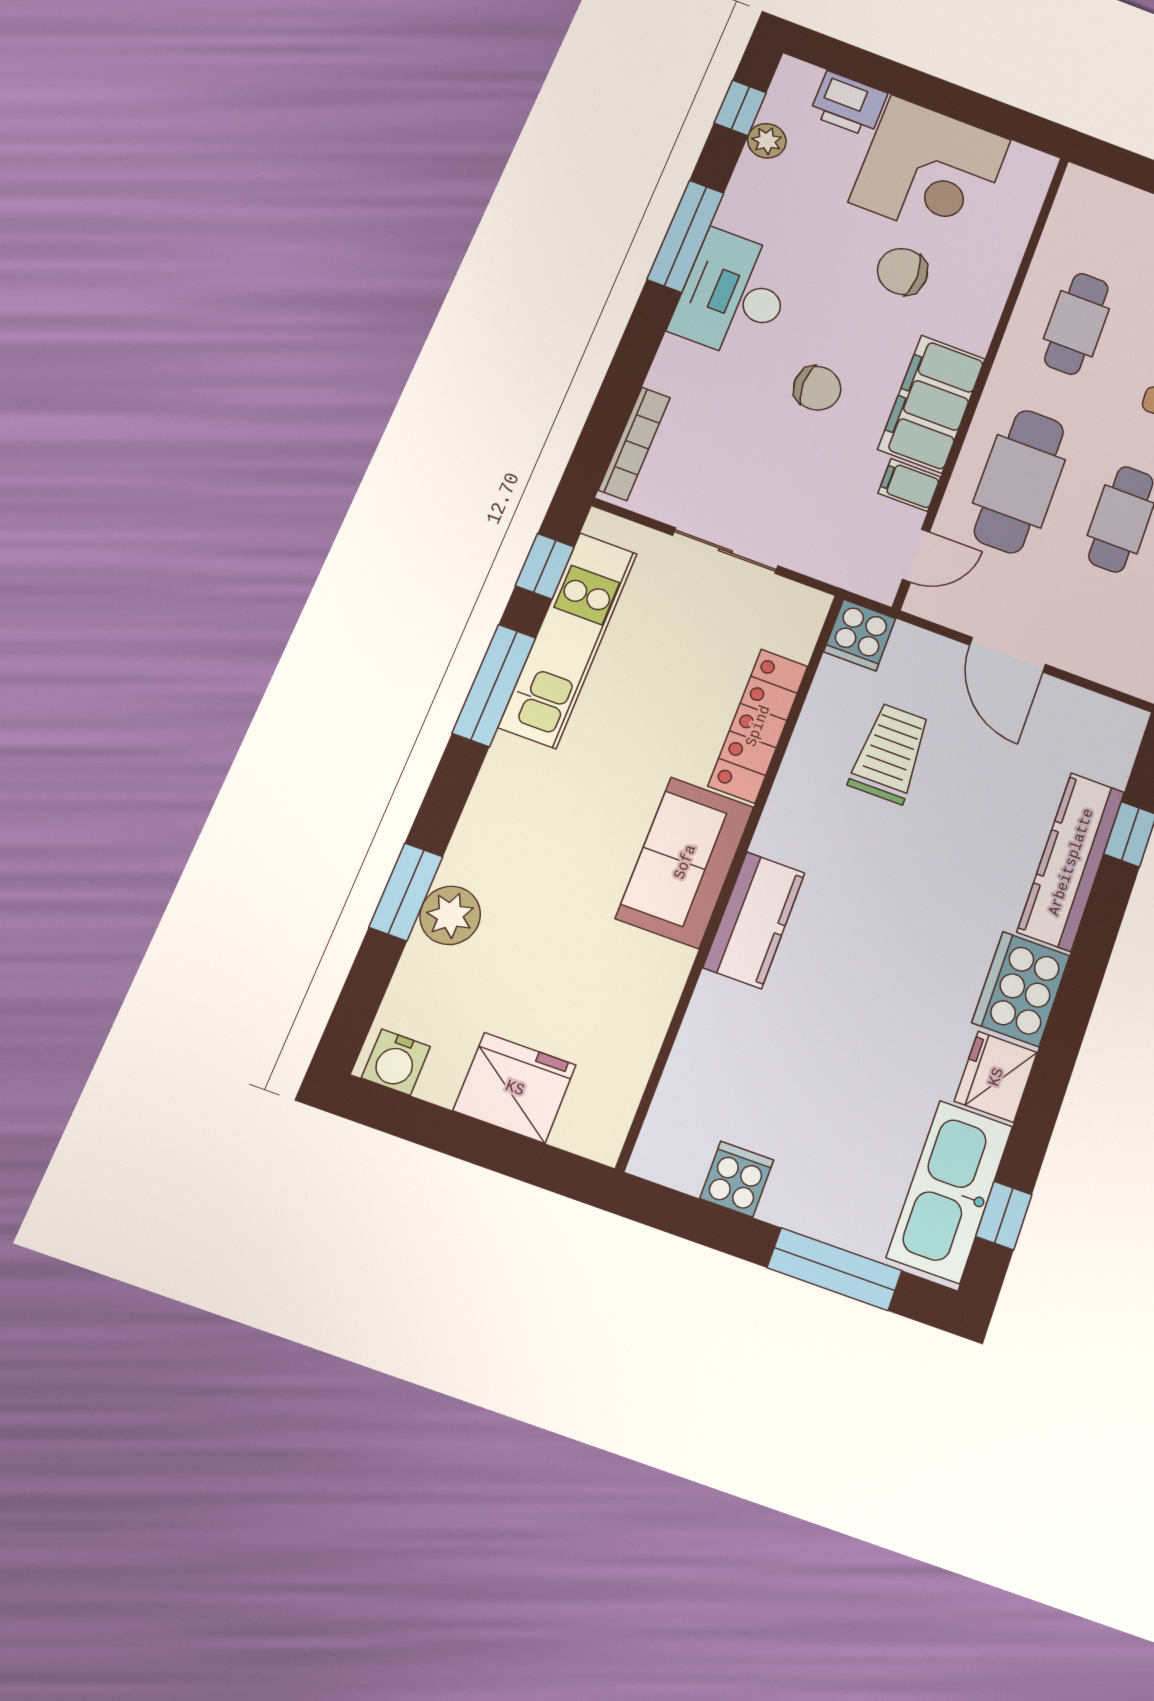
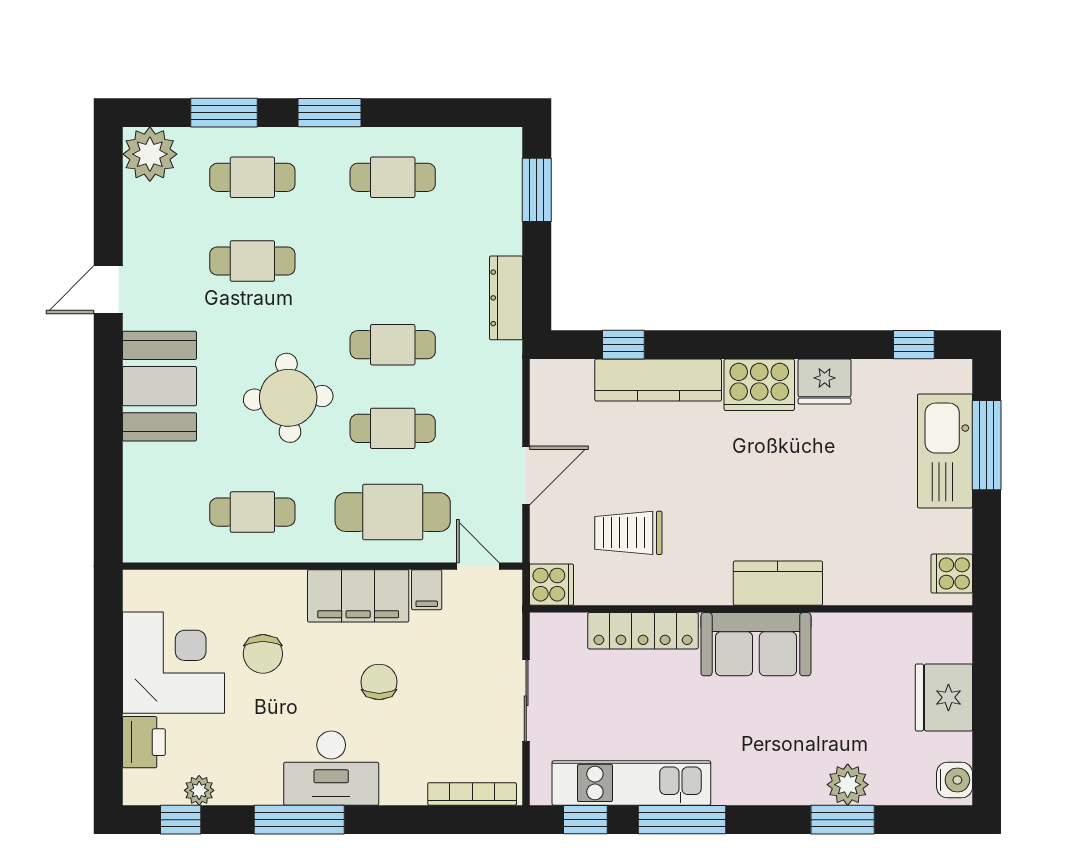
cooker: (737, 1179) -> (952, 574), moved
kitchen sink: (950, 1191) -> (945, 451), moved, turned 90

